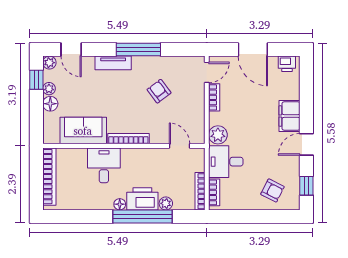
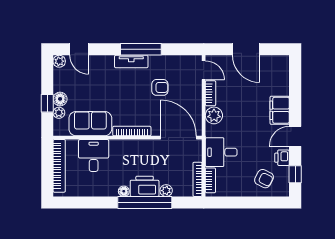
tv unit: (113, 63) -> (131, 62), moved
printer: (287, 64) -> (282, 158), moved, turned 90
door: (207, 72) -> (204, 70), hinge flipped
window: (36, 80) -> (47, 103), moved
plant: (49, 89) -> (59, 113), moved
armchair: (159, 91) -> (160, 87), turned 127
plant: (218, 135) -> (214, 115), moved
door: (179, 146) -> (179, 138), width x1.88
desk: (104, 165) -> (94, 156), moved

